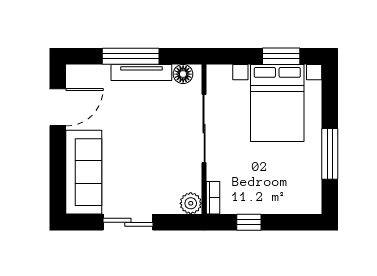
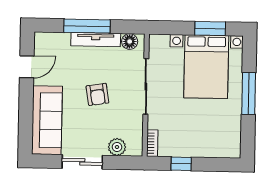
door: (58, 107) -> (27, 67), width x0.73
armchair: (145, 140) -> (97, 94), added
window: (330, 154) -> (249, 94), moved
plant: (191, 203) -> (117, 147), moved

